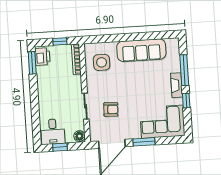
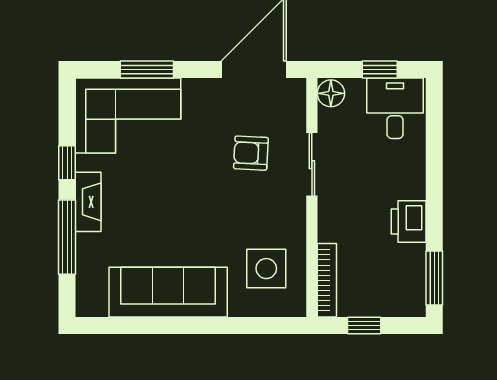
printer: (42, 56) -> (409, 222), moved
window: (144, 142) -> (147, 70), moved

